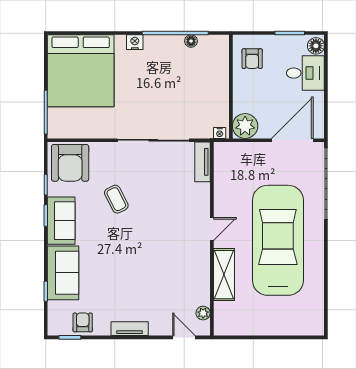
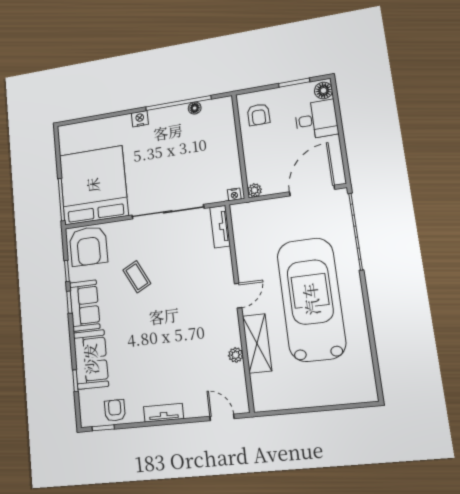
bed: (81, 71) -> (93, 185), moved, turned 180
plant: (245, 126) -> (255, 190), width x0.53, depth x0.53
plant: (203, 313) -> (236, 355), moved

